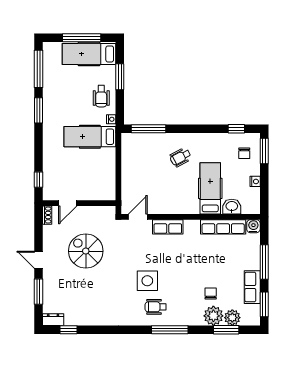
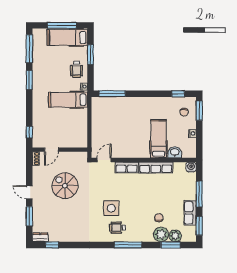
wheelchair: (181, 157) -> (136, 115), removed
row of seats: (223, 227) -> (156, 168), moved

